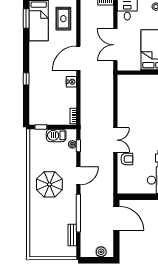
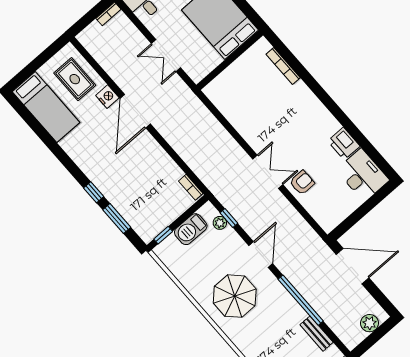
window: (26, 18) -> (117, 219), moved
double door: (115, 45) -> (166, 56), width x0.73
nightstand: (71, 82) -> (107, 97), moved

